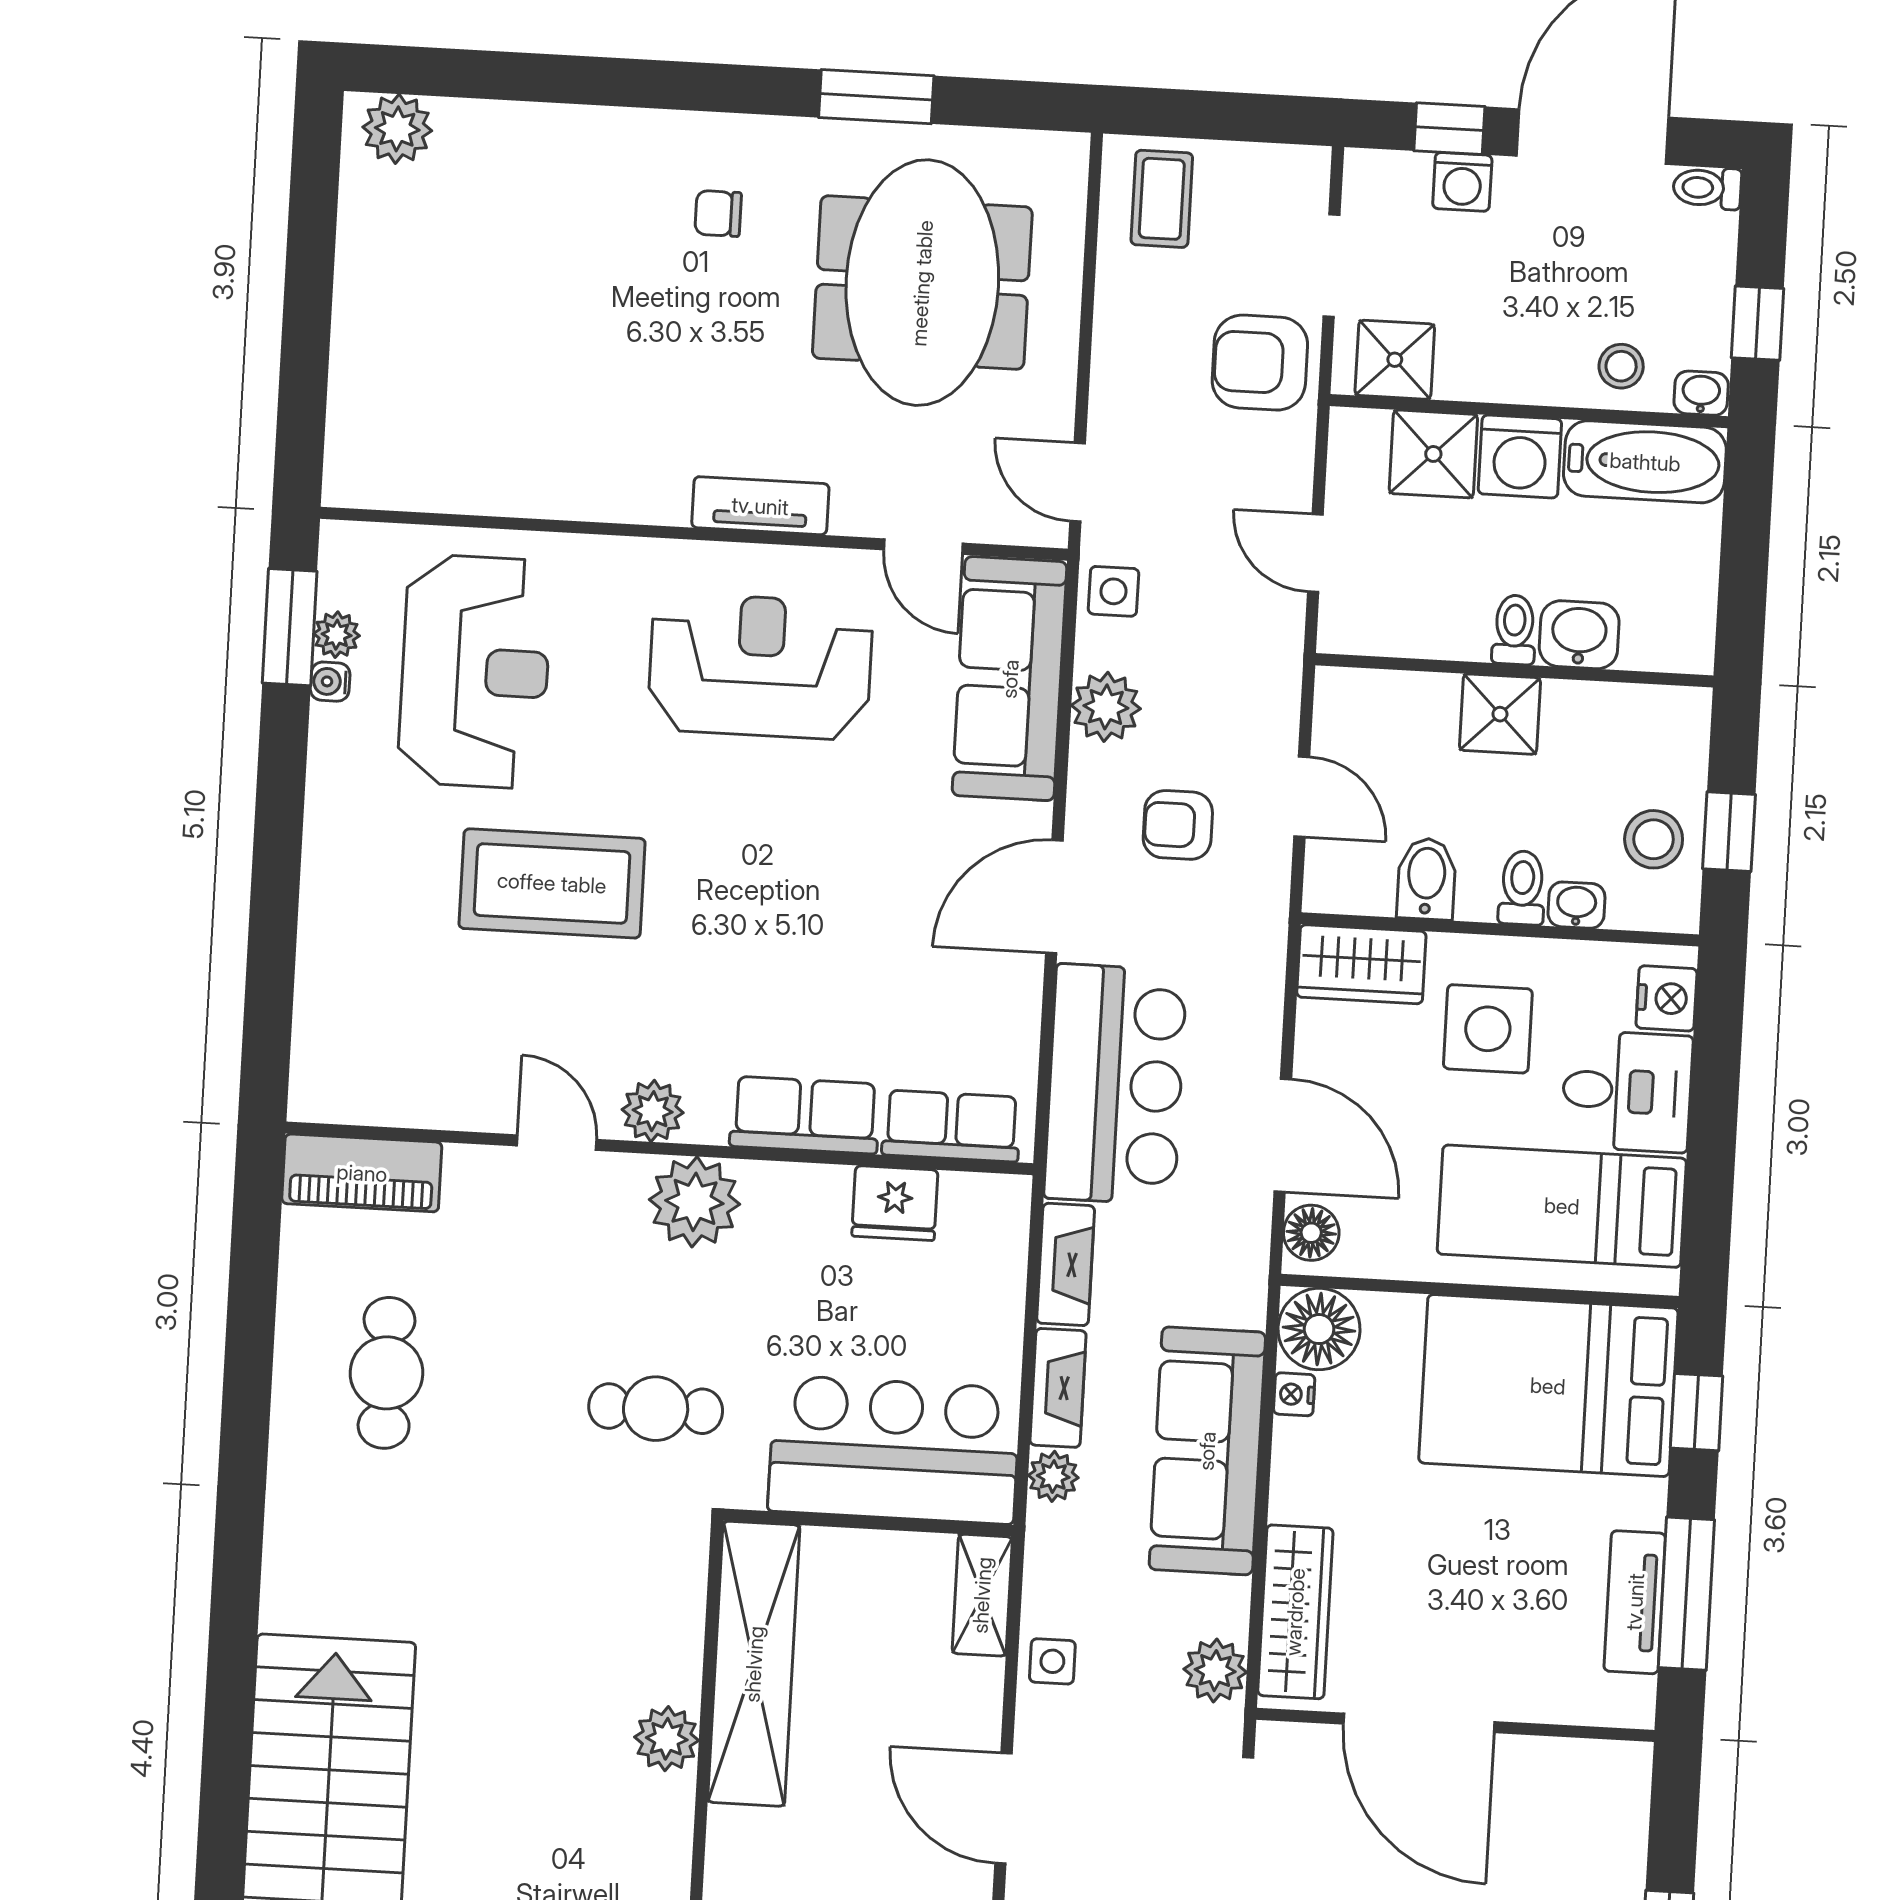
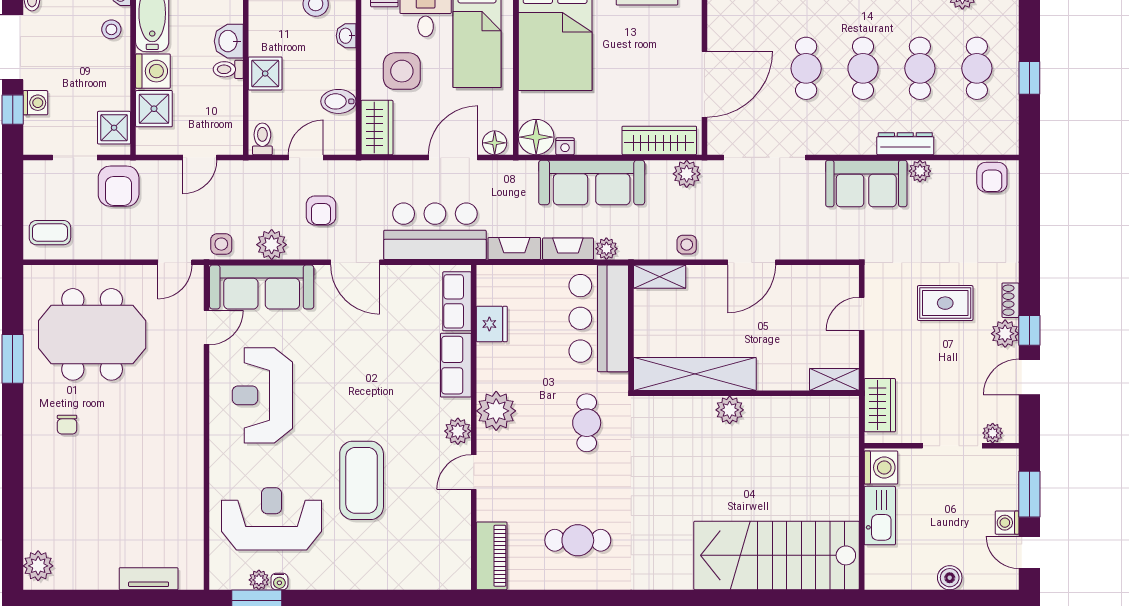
tv unit: (760, 506) -> (149, 579), moved, turned 90
toilet: (1522, 888) -> (262, 139), moved, turned 90

